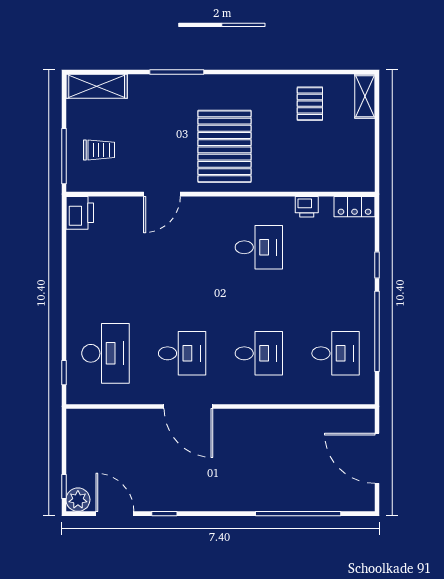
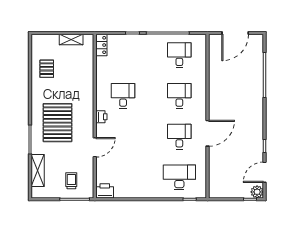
shelving: (97, 86) -> (38, 171), moved
shelving: (365, 96) -> (71, 40), moved
pallet: (310, 104) -> (47, 69), turned 90
pallet: (224, 146) -> (57, 123), moved, turned 90
door: (162, 194) -> (95, 147), hinge flipped
printer: (307, 207) -> (101, 117), moved

